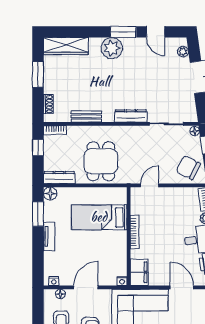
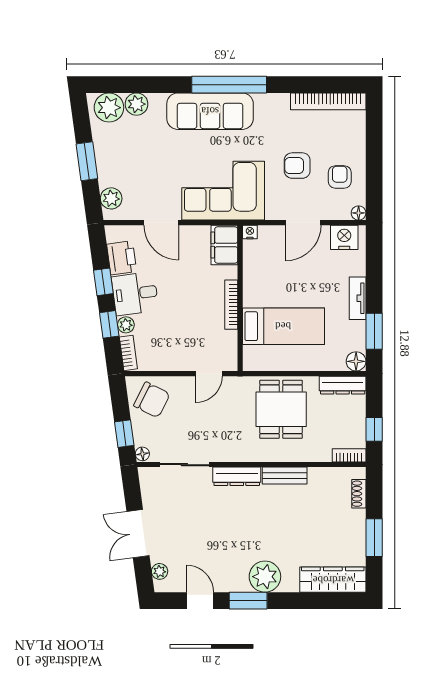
bench: (86, 116) -> (285, 476), moved
nightstand: (54, 281) -> (344, 237), width x1.89, depth x1.79
floor lamp: (60, 294) -> (359, 213), moved

